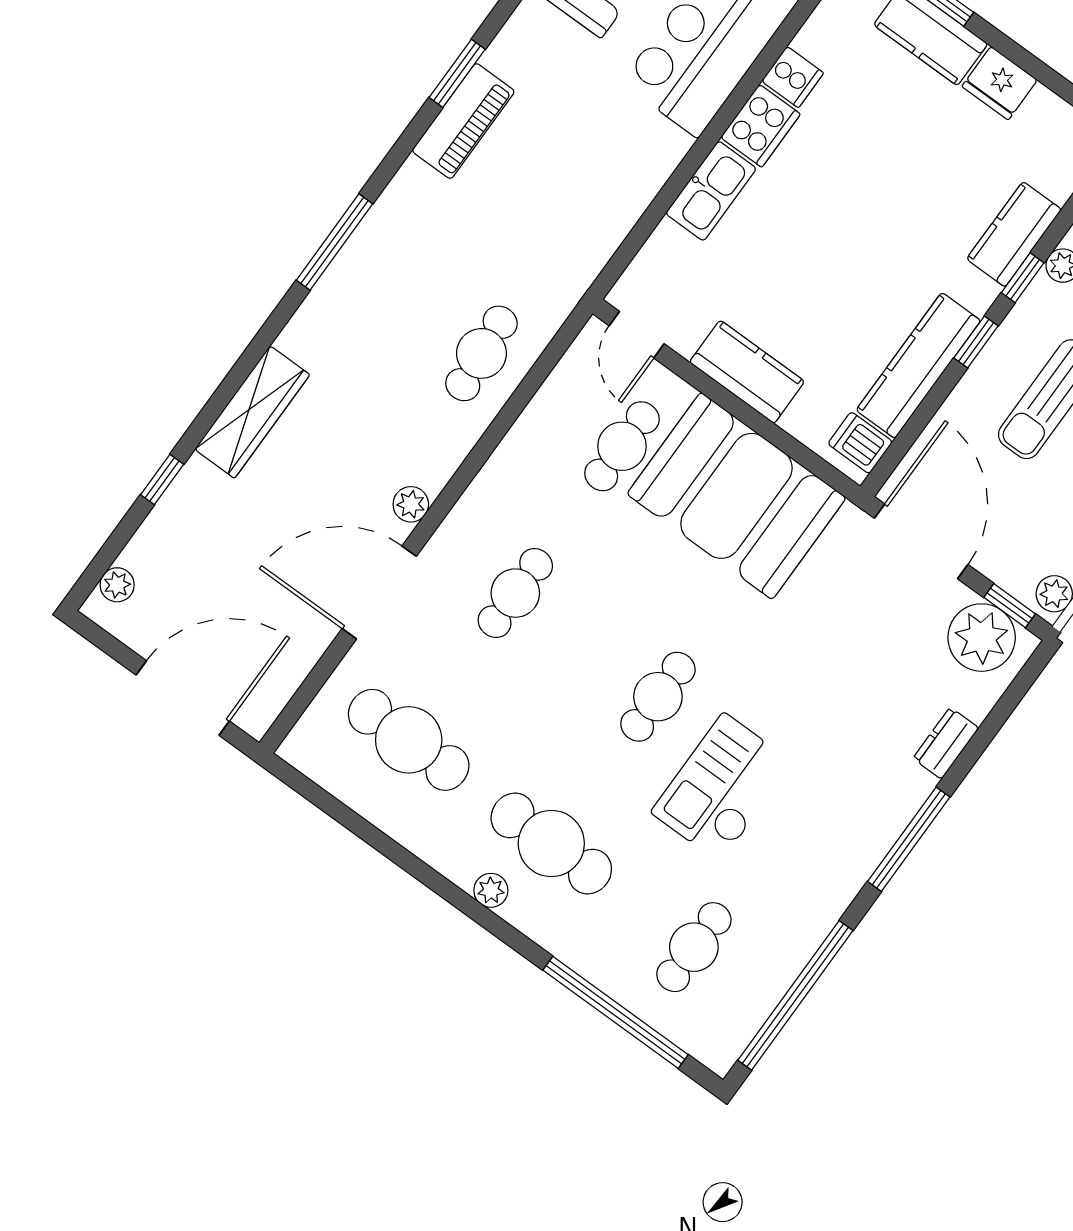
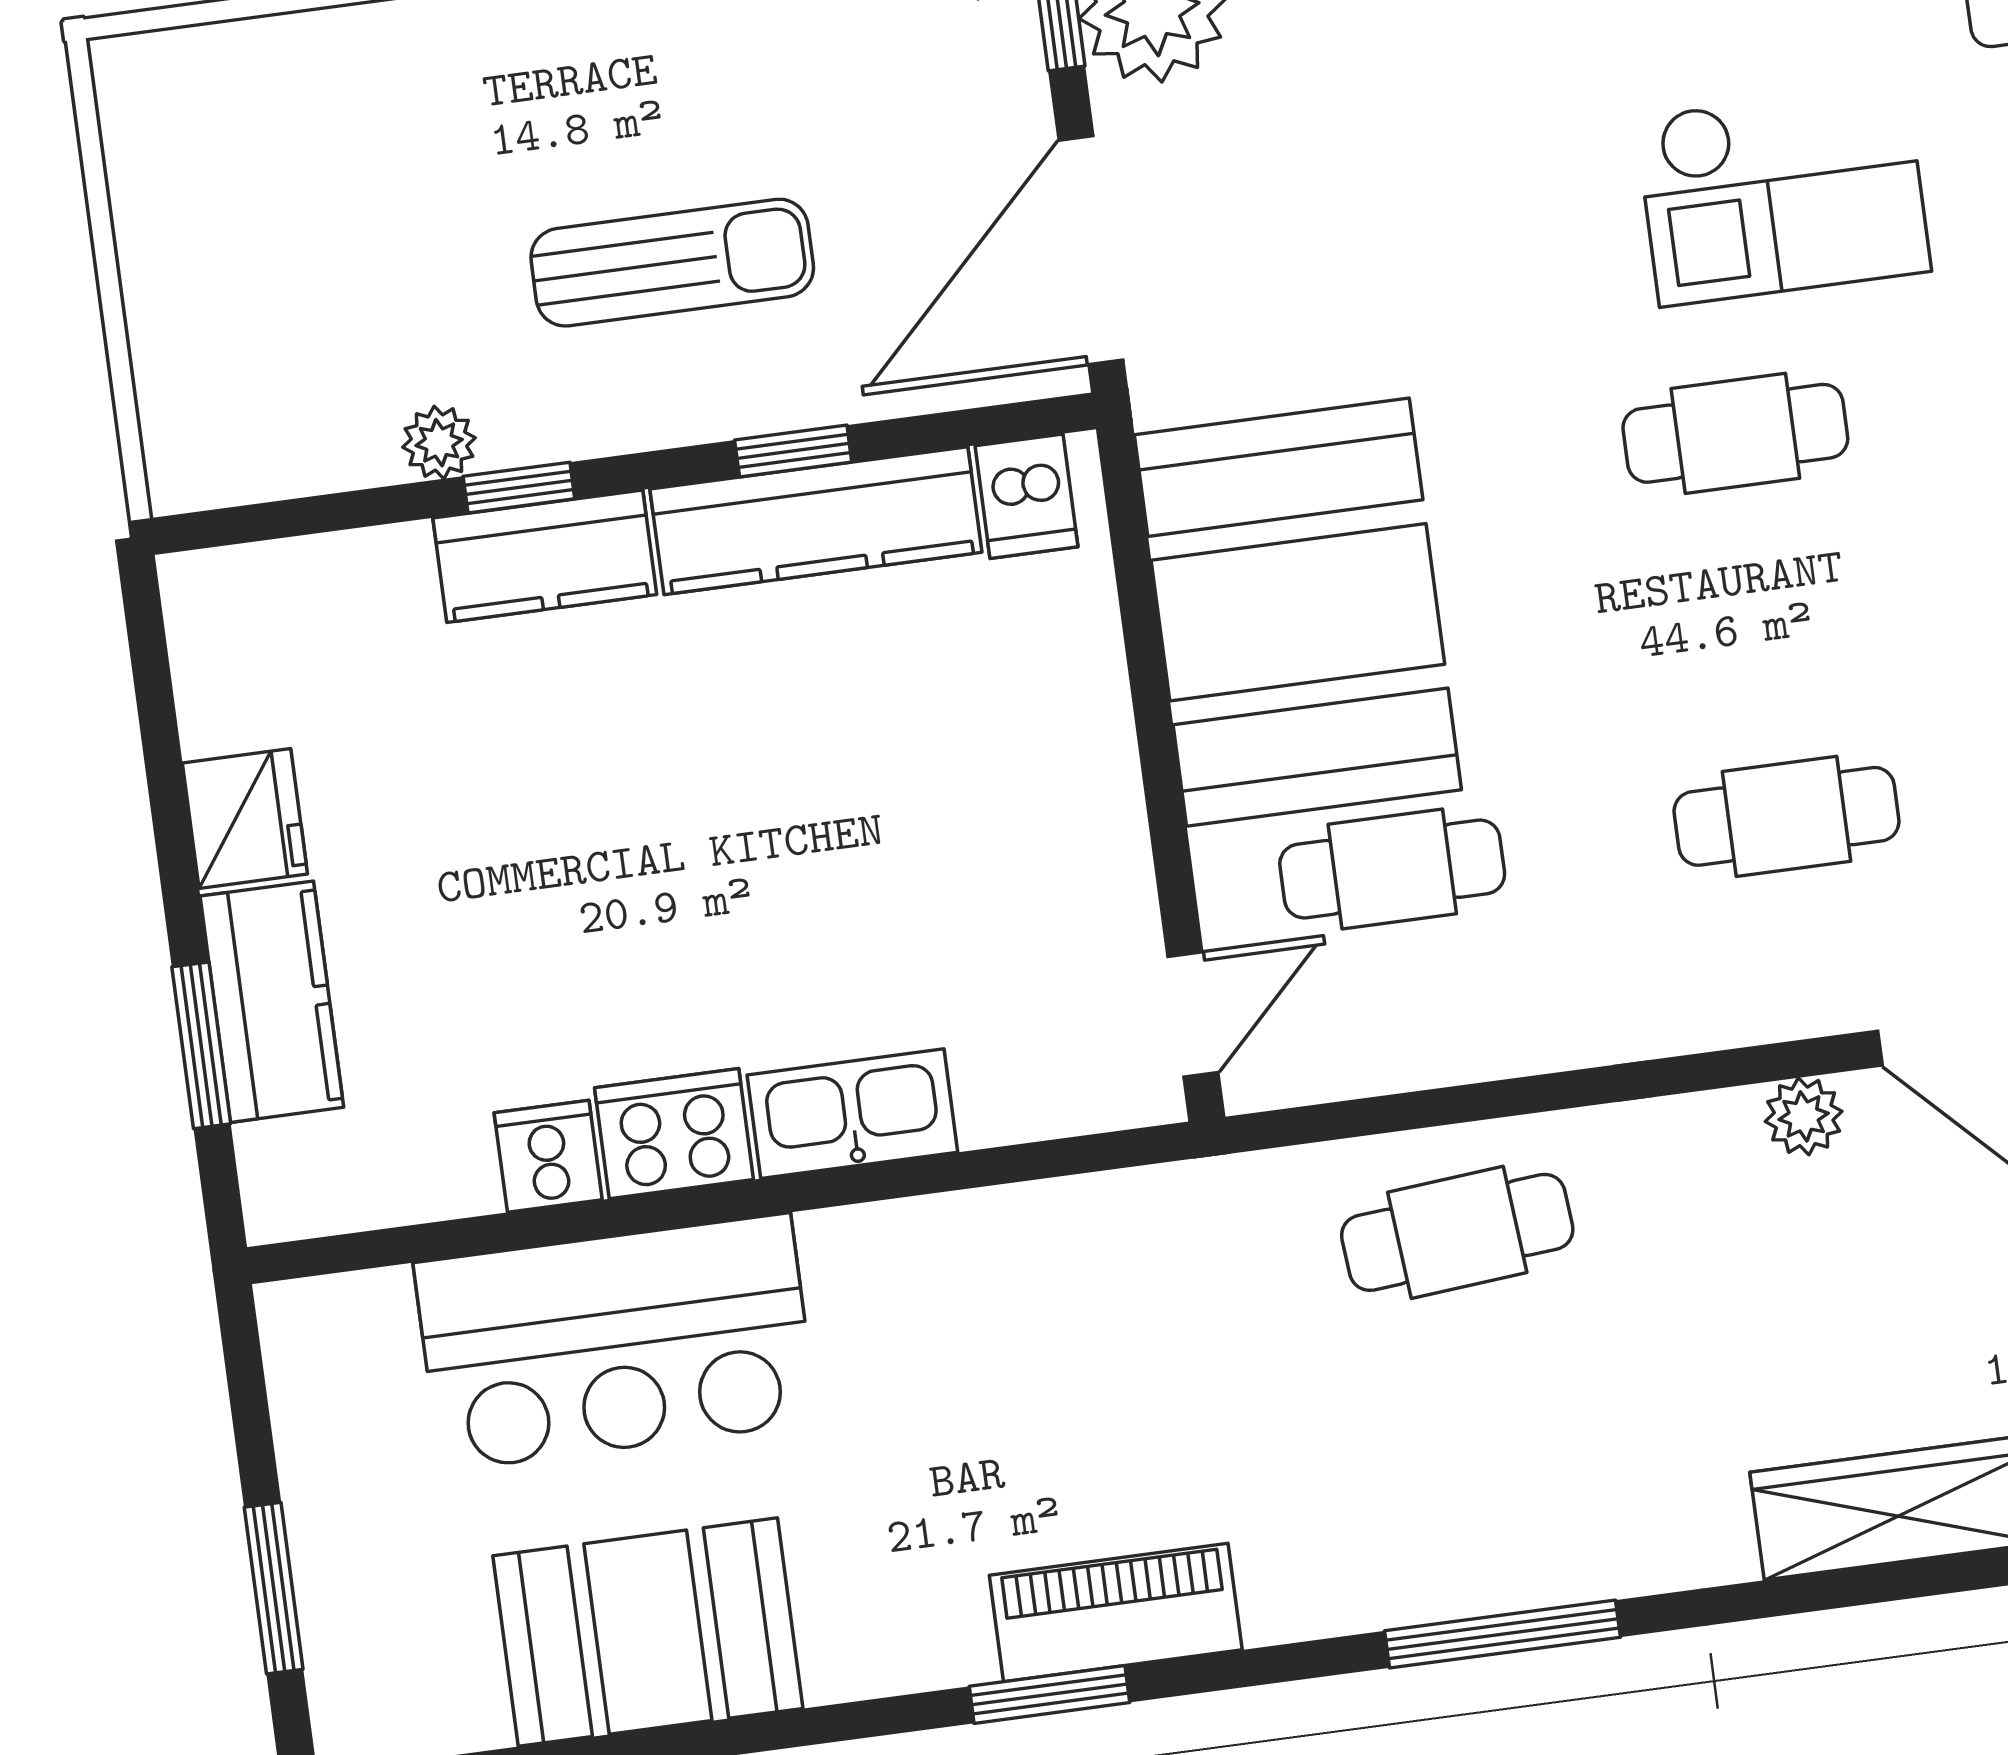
kitchen counter: (1014, 234) -> (545, 556), moved
window: (976, 342) -> (793, 451), moved
kitchen counter: (747, 372) -> (1085, 783), removed

